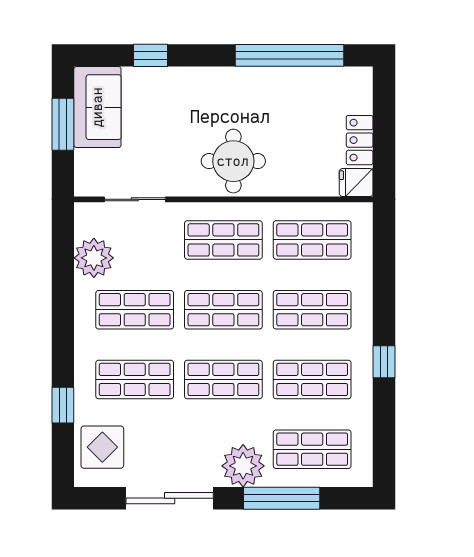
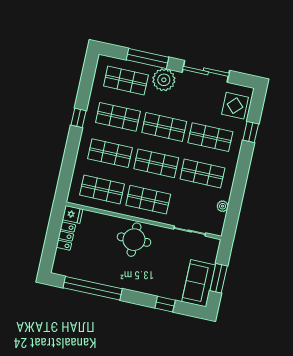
plant: (94, 258) -> (223, 206), width x0.53, depth x0.53

